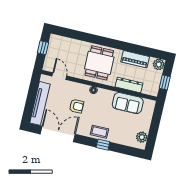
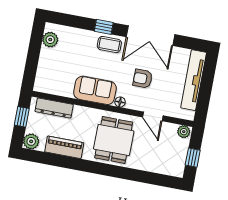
plant: (49, 67) -> (184, 132), added
door: (59, 76) -> (153, 116), moved
dresser: (129, 85) -> (54, 108), moved
sofa: (128, 103) -> (95, 90), moved
double door: (58, 134) -> (151, 36), moved

